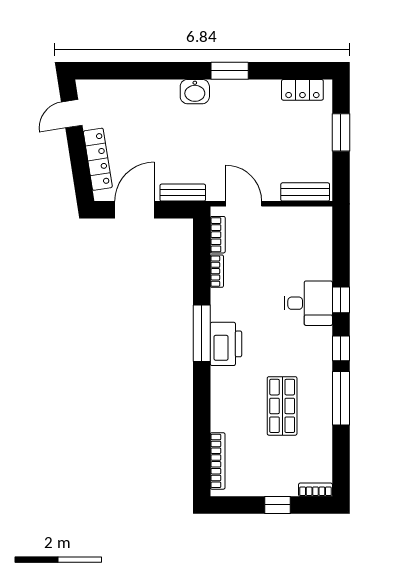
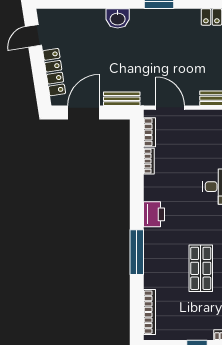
washbasin: (195, 92) -> (118, 18), moved
window: (202, 333) -> (137, 252), moved
printer: (226, 344) -> (154, 214), width x0.73, depth x0.84

